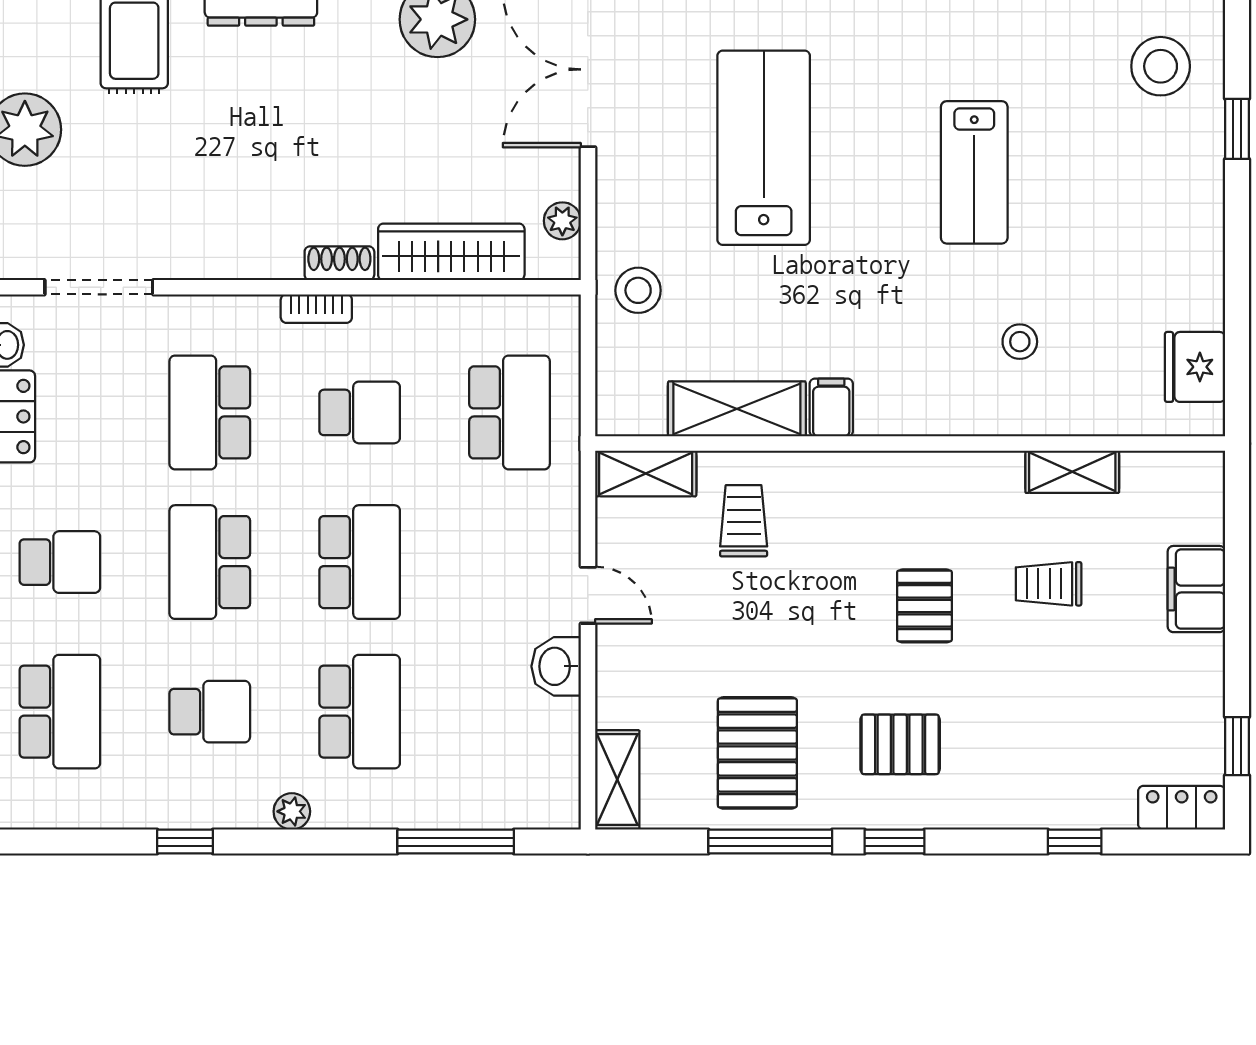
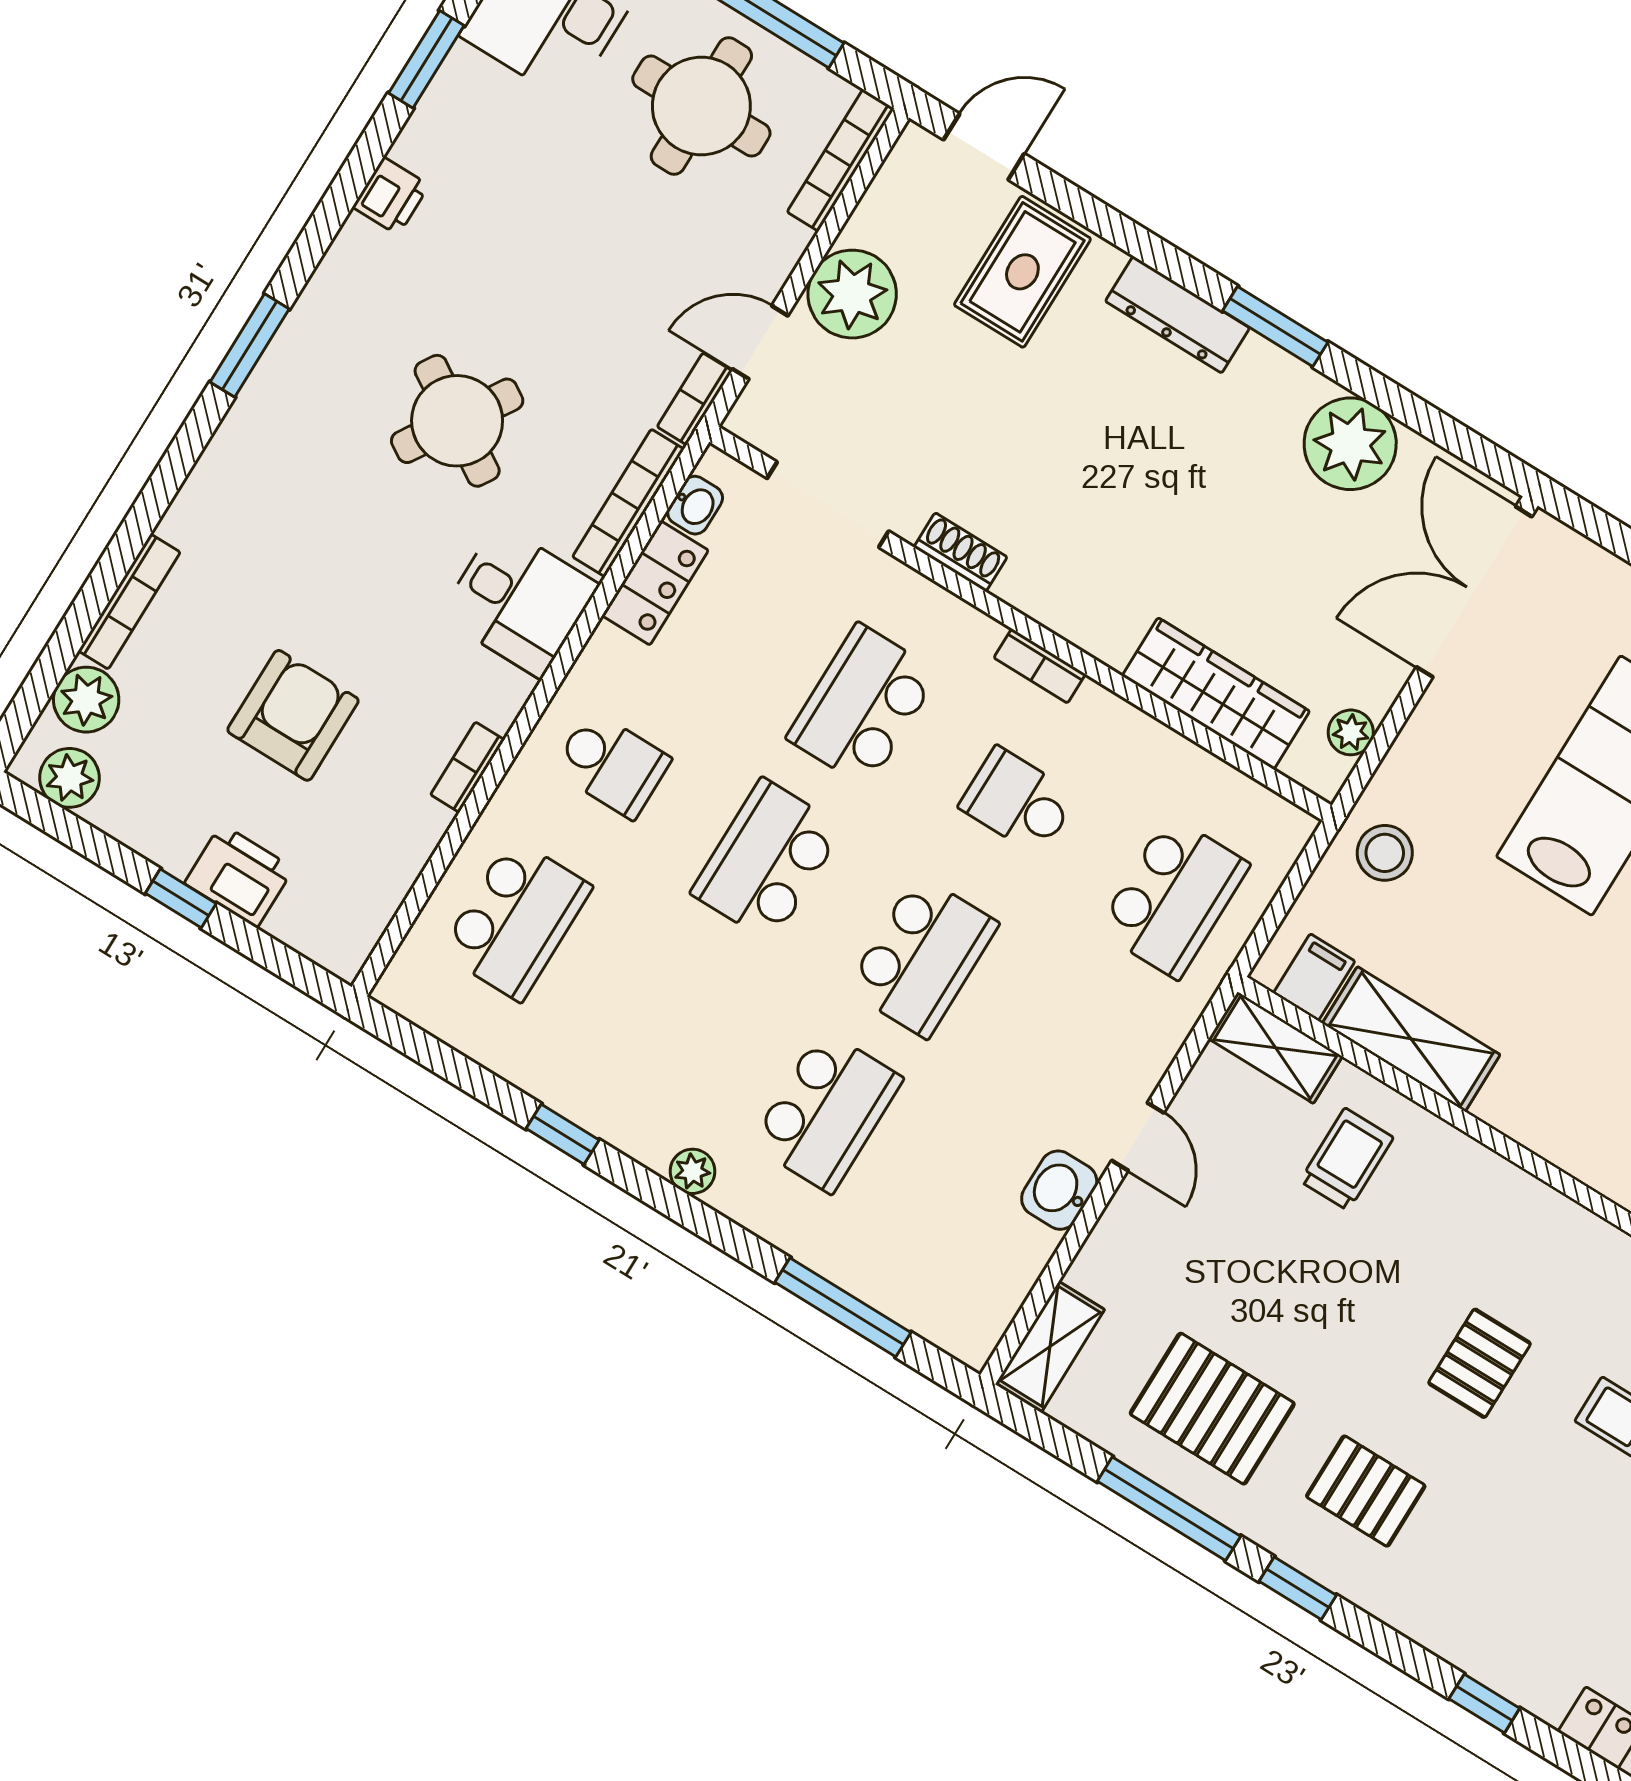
shoe rack: (339, 263) -> (960, 552), moved
filing cabinet: (831, 408) -> (1314, 977), moved
school desk: (360, 412) -> (1018, 801), turned 180
school desk: (210, 712) -> (671, 1015), removed
pallet: (757, 753) -> (1212, 1409), turned 90

